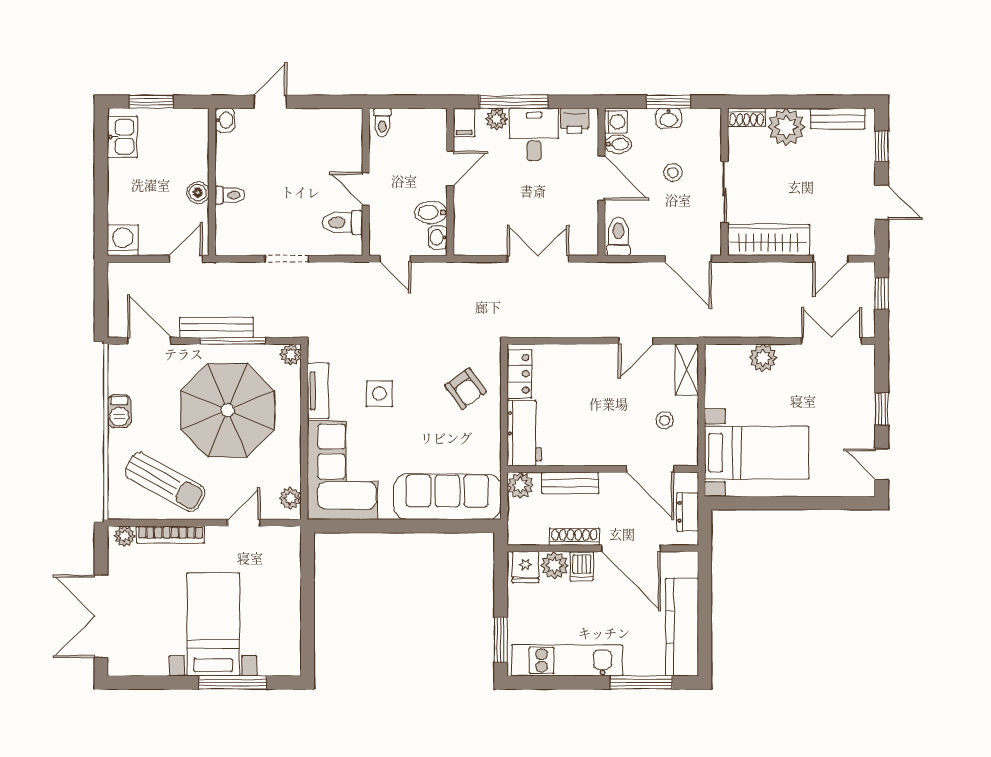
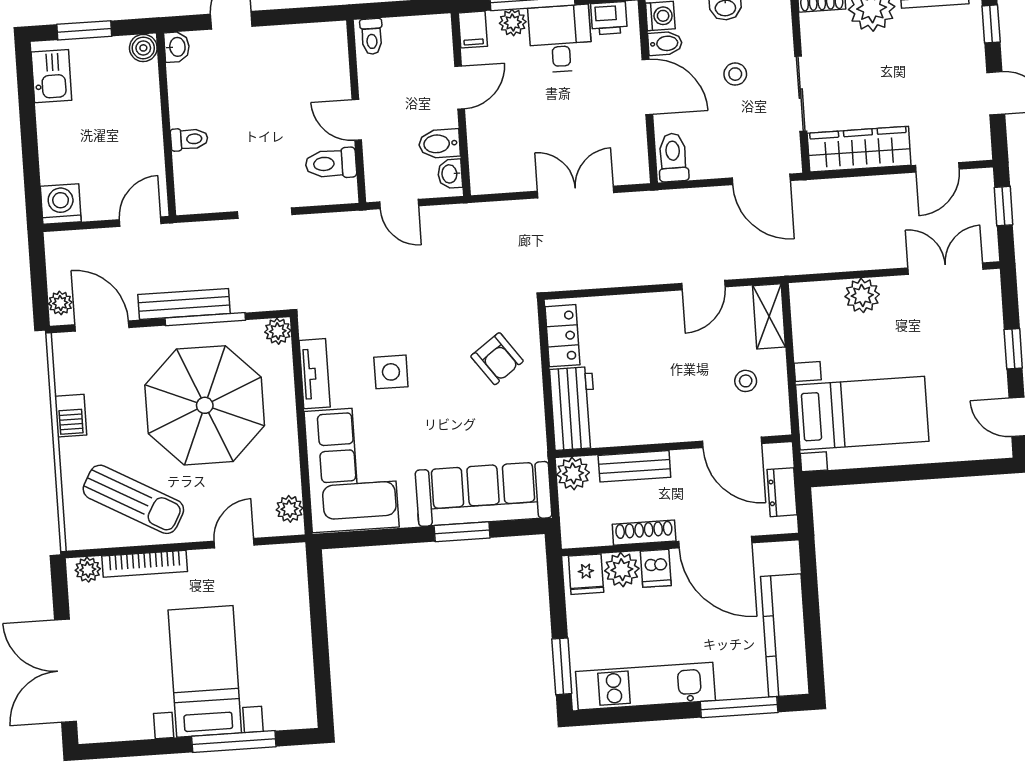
boiler: (198, 193) -> (143, 48), moved
plant: (117, 320) -> (60, 303), added
window: (428, 526) -> (462, 532), added

